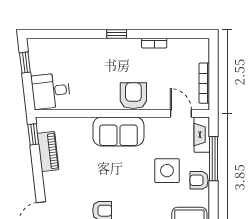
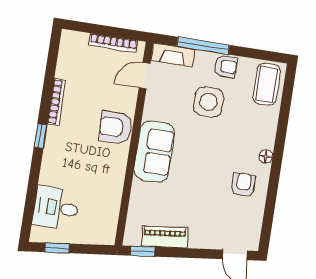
bookcase: (154, 43) -> (57, 102), width x1.56
desk: (51, 91) -> (56, 208), moved, turned 97
armchair: (199, 180) -> (226, 66), turned -90

